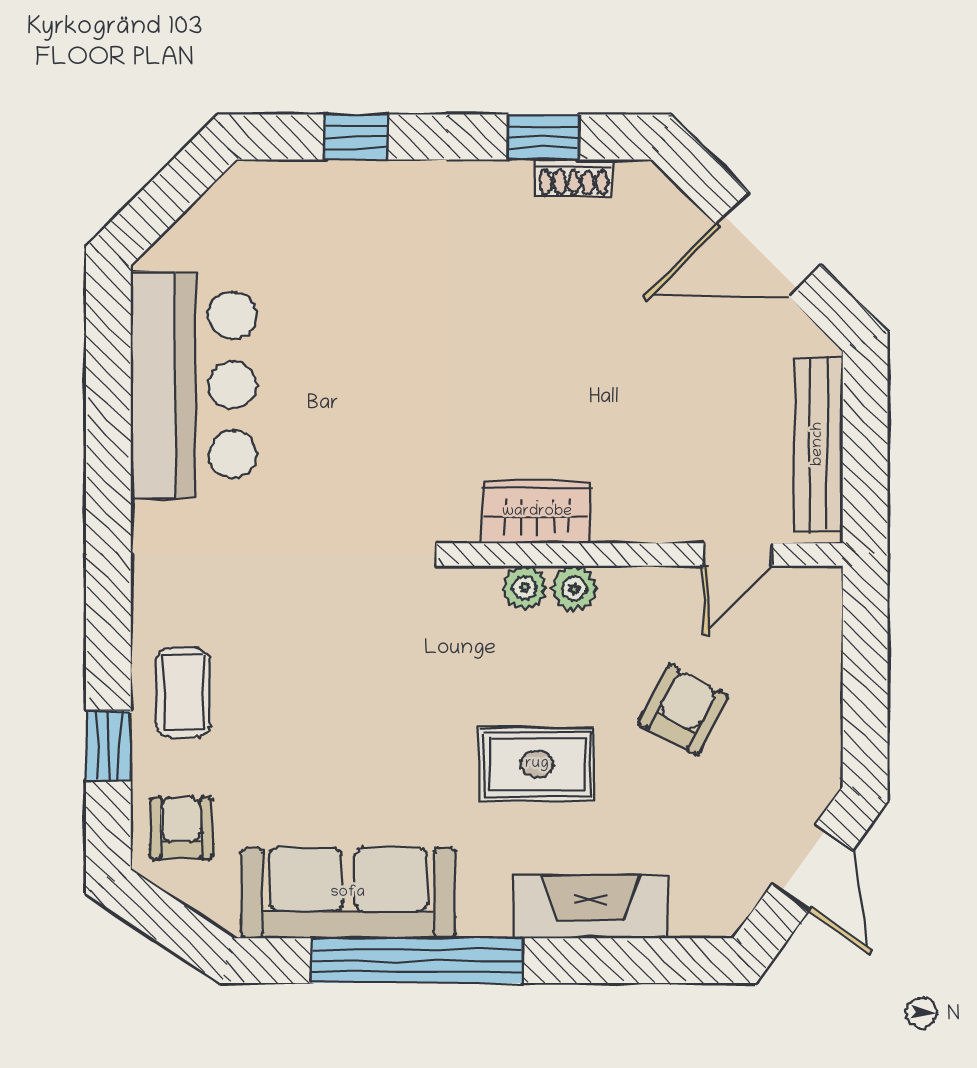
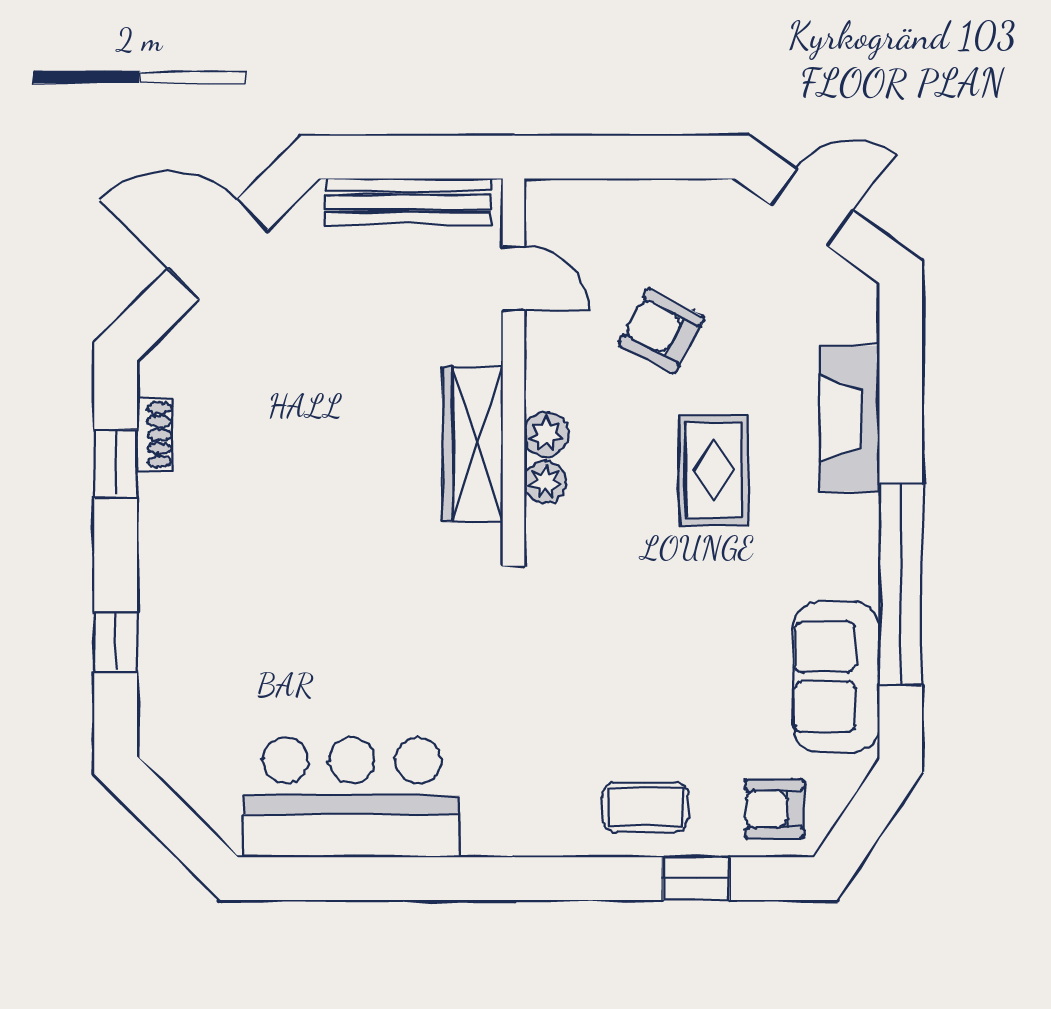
door: (768, 244) -> (218, 249), swing flipped
wardrobe: (537, 512) -> (473, 444), width x1.50
sofa: (348, 893) -> (836, 677), width x0.73

